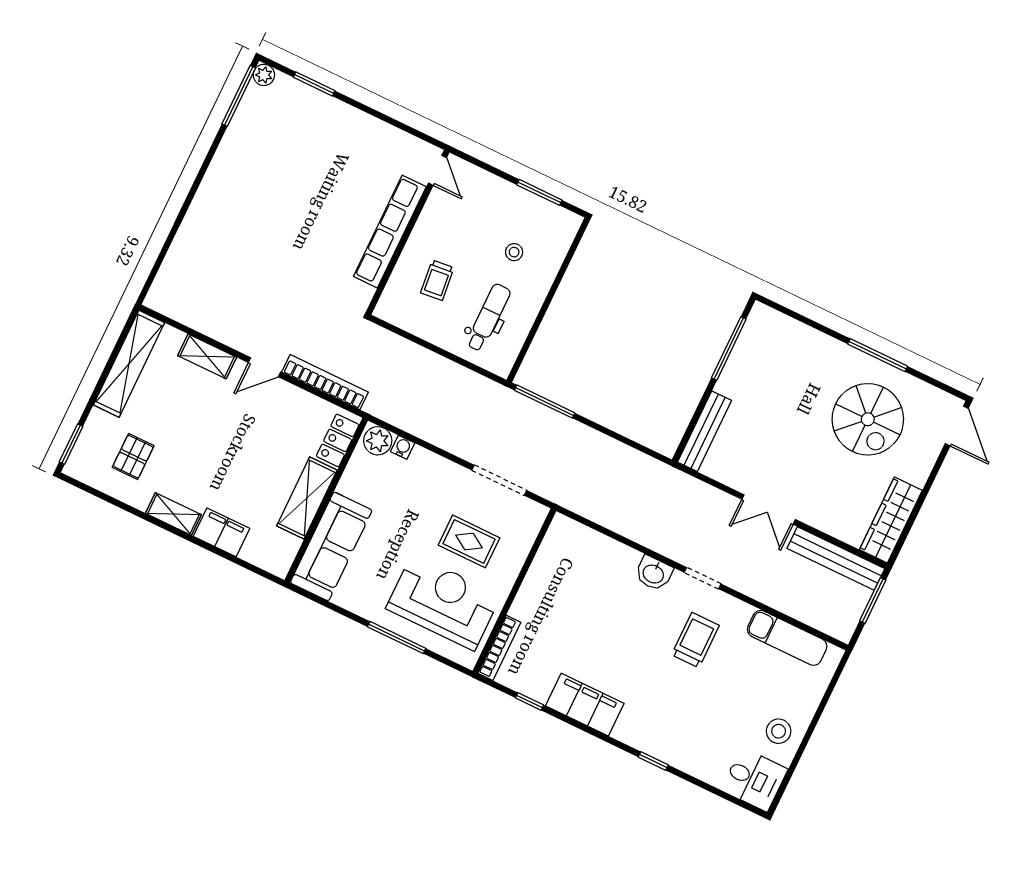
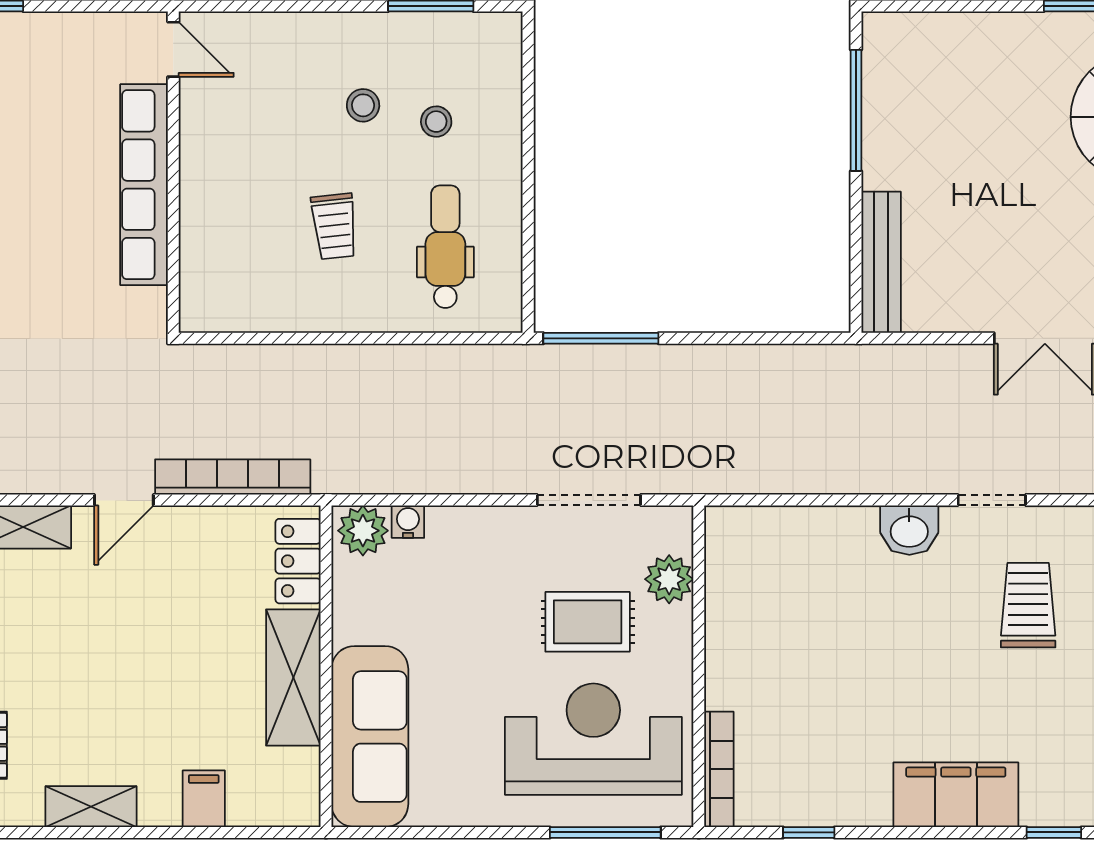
door: (437, 170) -> (173, 49), moved
stool: (481, 226) -> (363, 105), added
row of seats: (390, 232) -> (144, 185), moved
wall: (408, 232) -> (173, 172), moved
filing cabinet: (222, 532) -> (204, 799), width x0.50
plant: (520, 540) -> (669, 579), added
window: (397, 638) -> (605, 832), moved
filing cabinet: (585, 705) -> (956, 795), moved

